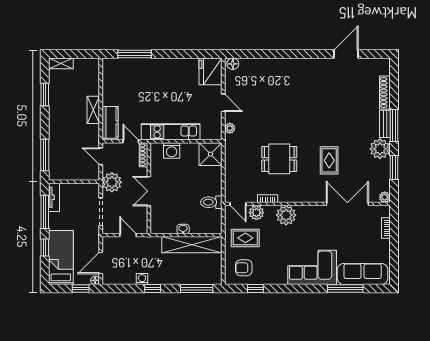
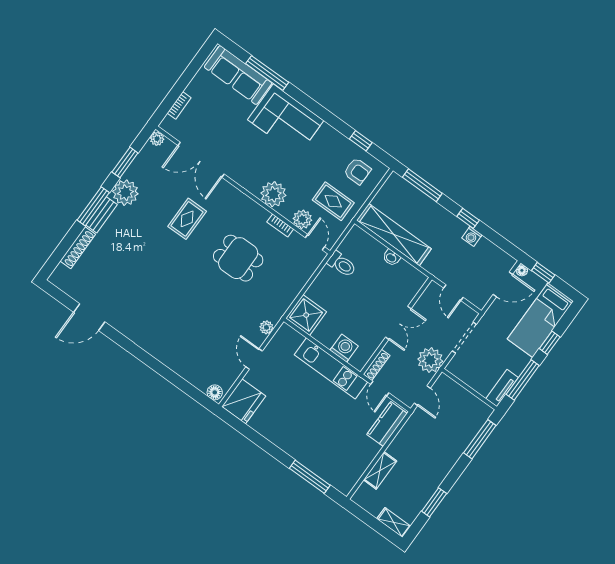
shelving: (93, 110) -> (380, 470), moved

